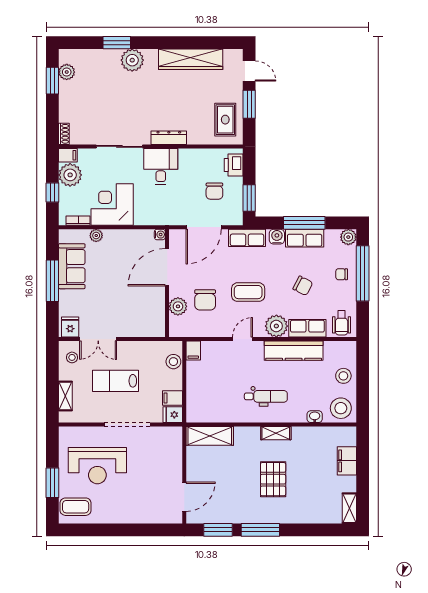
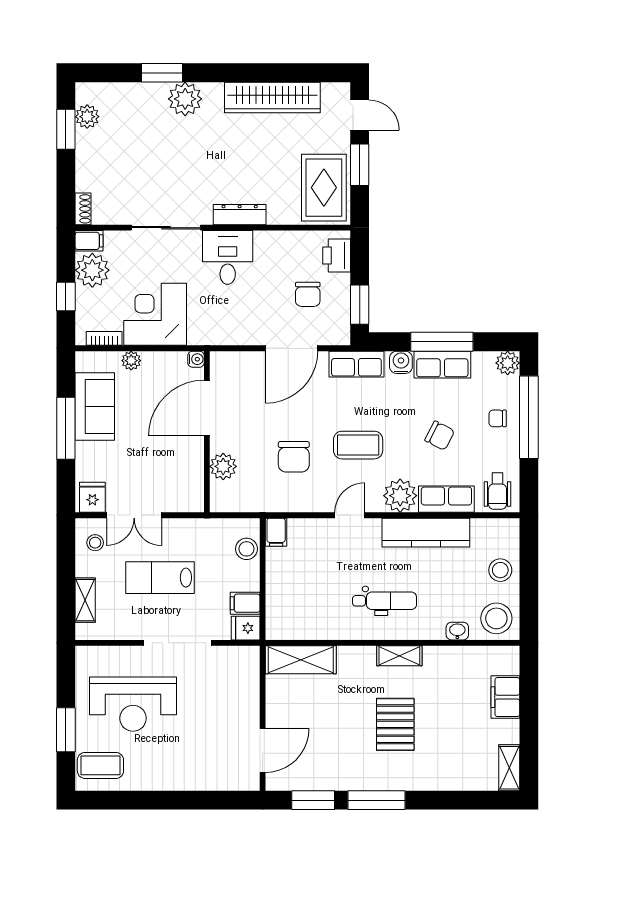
rug: (225, 120) -> (324, 188), width x1.36, depth x1.43
water cooler: (160, 235) -> (196, 359), moved
door: (167, 267) -> (207, 408), moved
wall: (167, 283) -> (207, 432), moved
plant: (178, 306) -> (223, 466), moved

